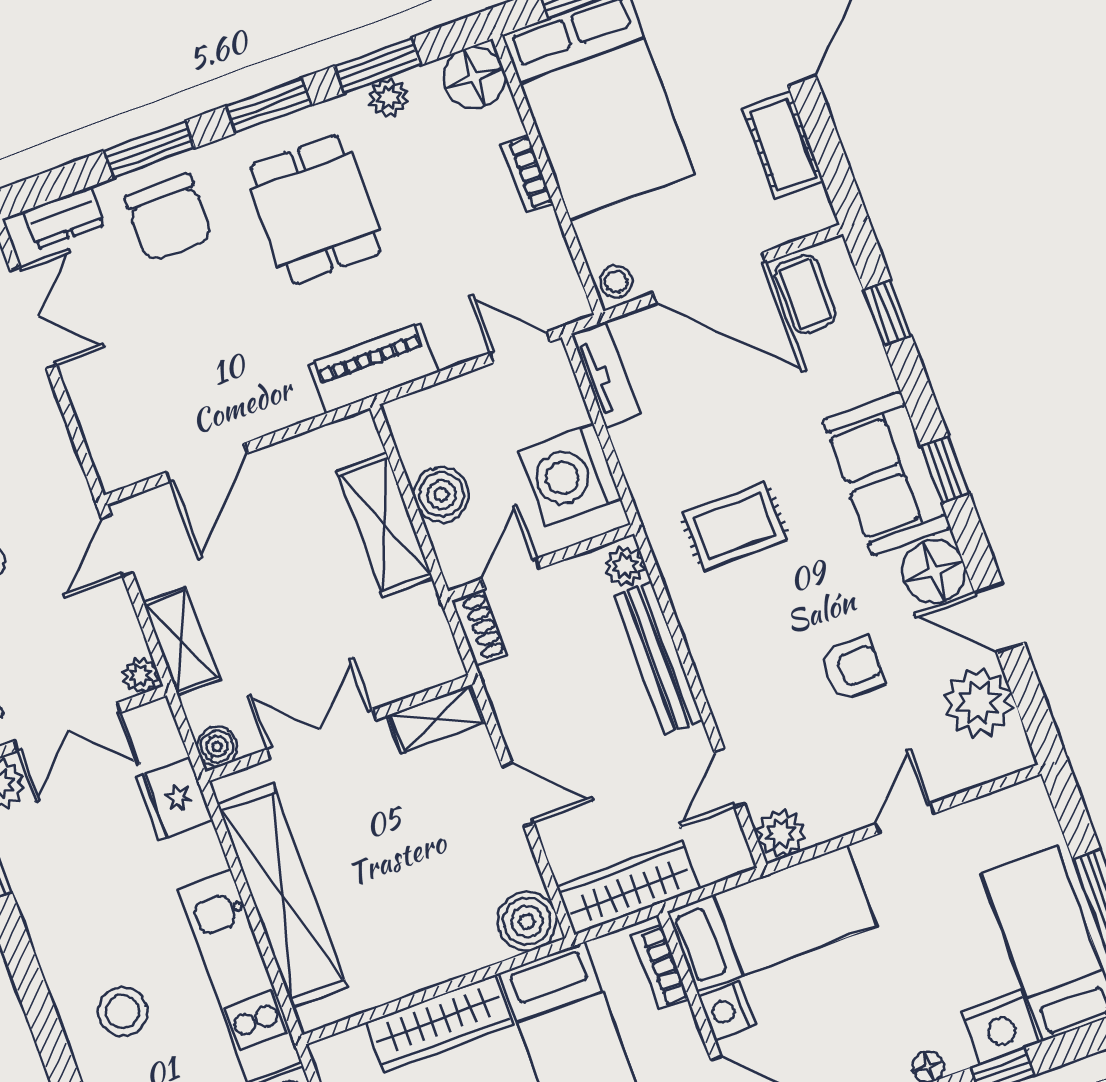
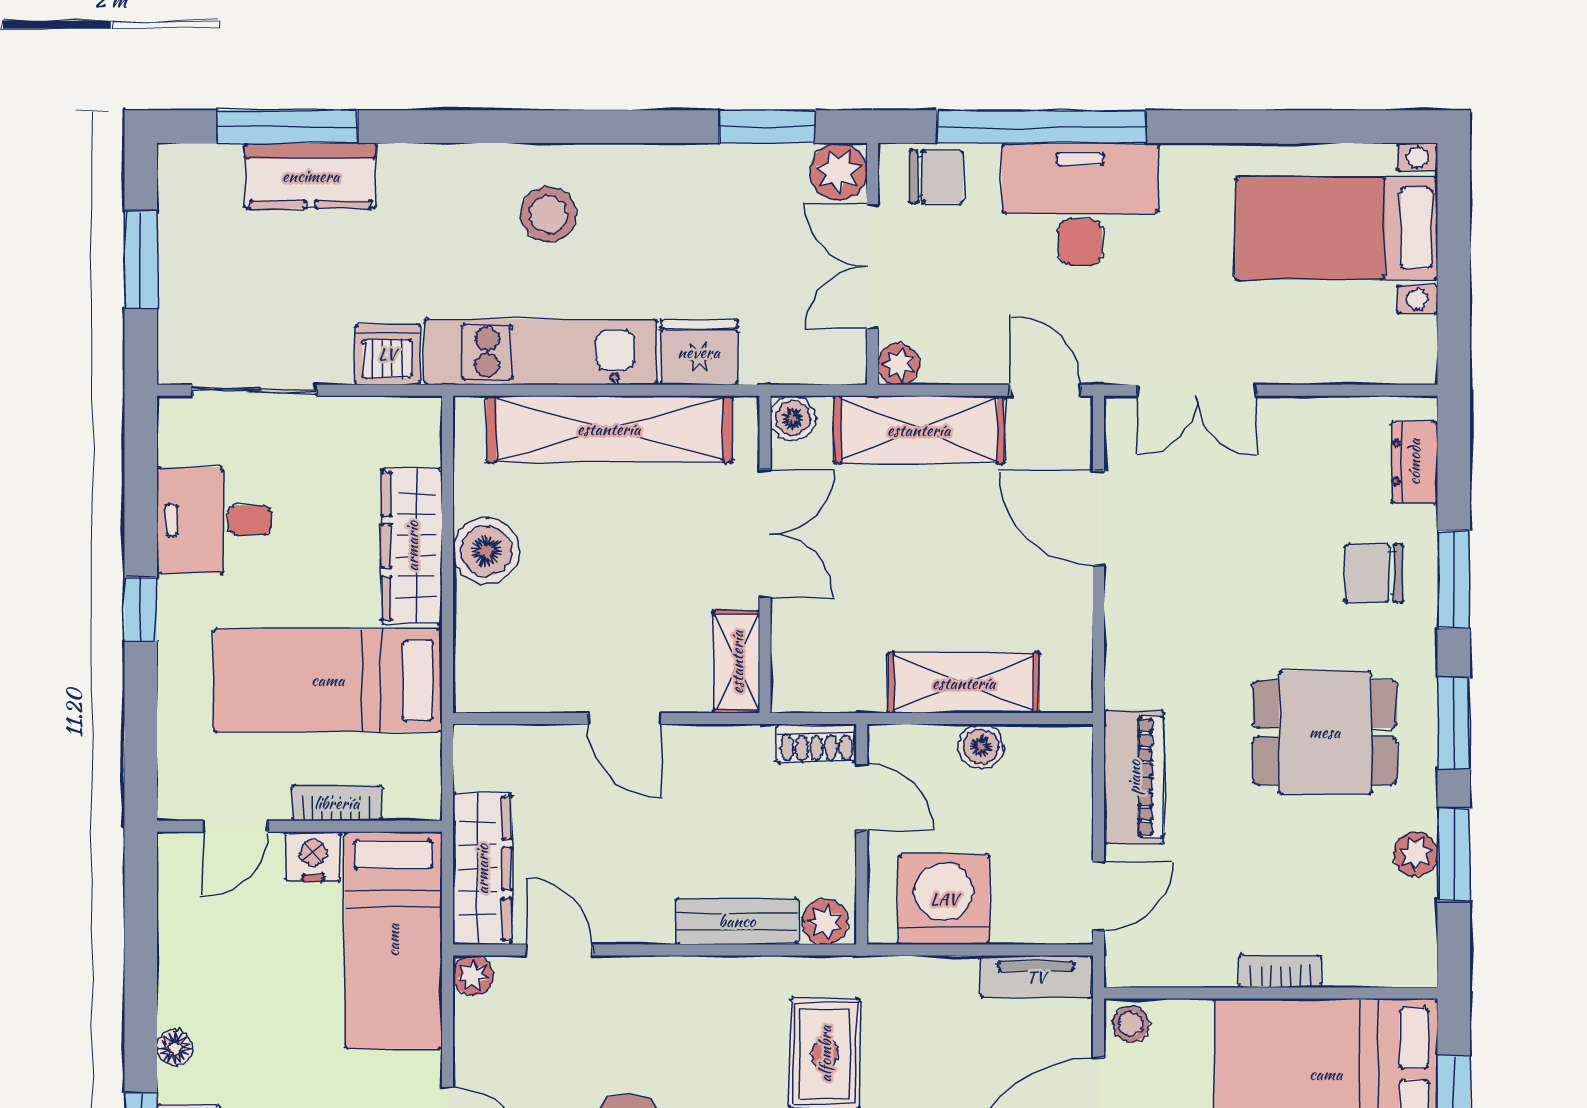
floor lamp: (474, 78) -> (1403, 953), removed
chair: (169, 218) -> (1374, 573), width x0.73, depth x0.73
double door: (33, 318) -> (1197, 390), moved
piano: (373, 368) -> (1134, 777), moved
boiler: (442, 495) -> (981, 747), width x0.73, depth x0.73
shelving: (181, 641) -> (919, 430), width x1.50, depth x1.33
bench: (658, 658) -> (737, 921), width x0.73
door: (518, 795) -> (625, 719), hinge flipped
fridge: (174, 799) -> (699, 352), moved
plant: (781, 833) -> (473, 975), width x0.73, depth x0.73
wardrobe: (628, 888) -> (482, 869), moved
boiler: (527, 921) -> (486, 551), moved
bookcase: (661, 967) -> (337, 803), moved

